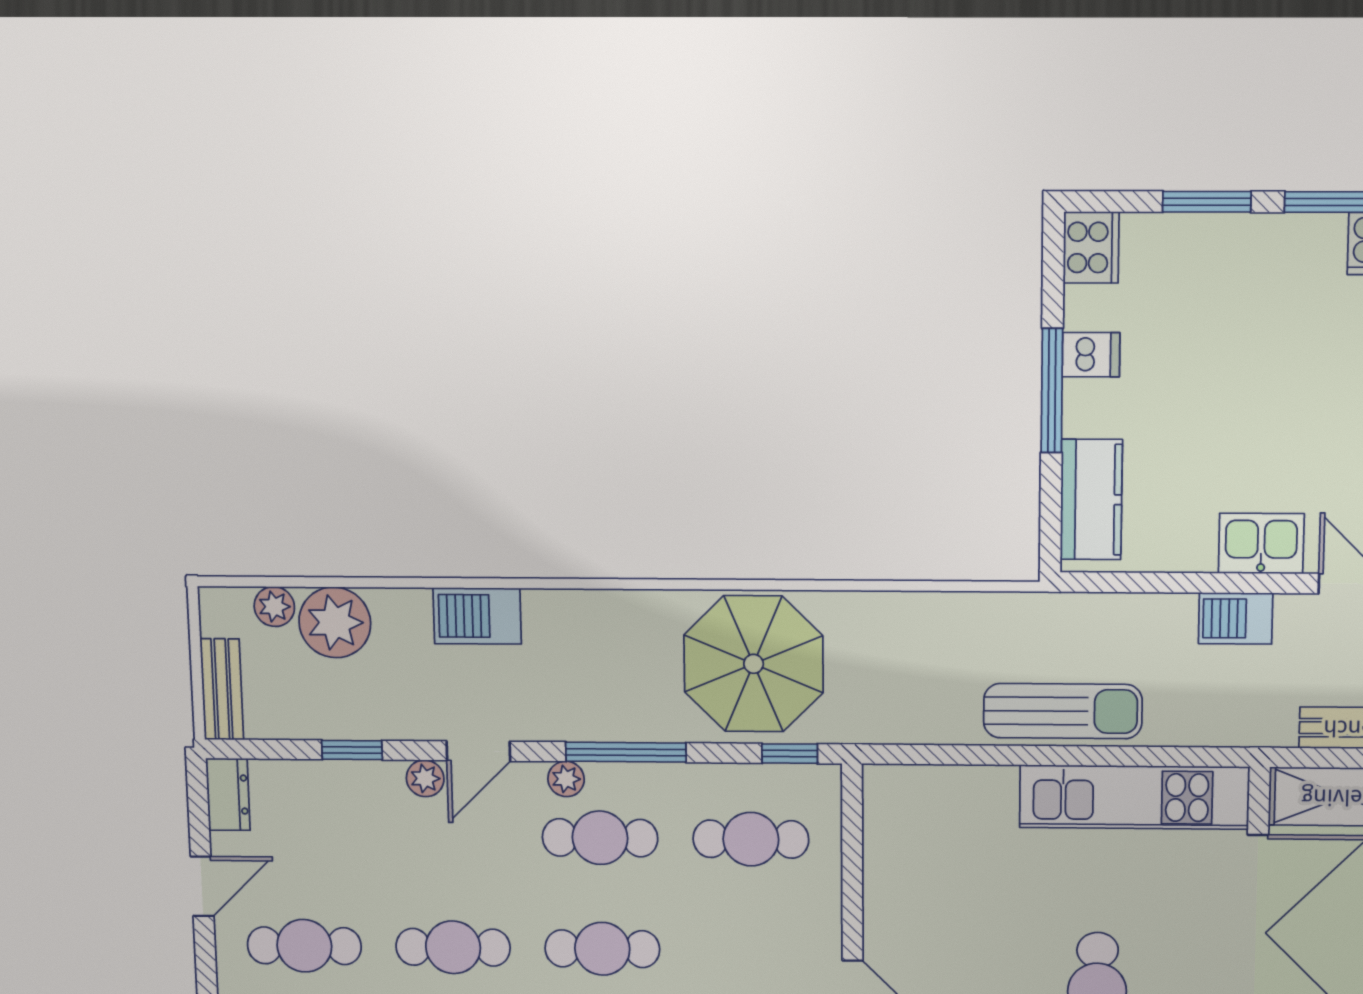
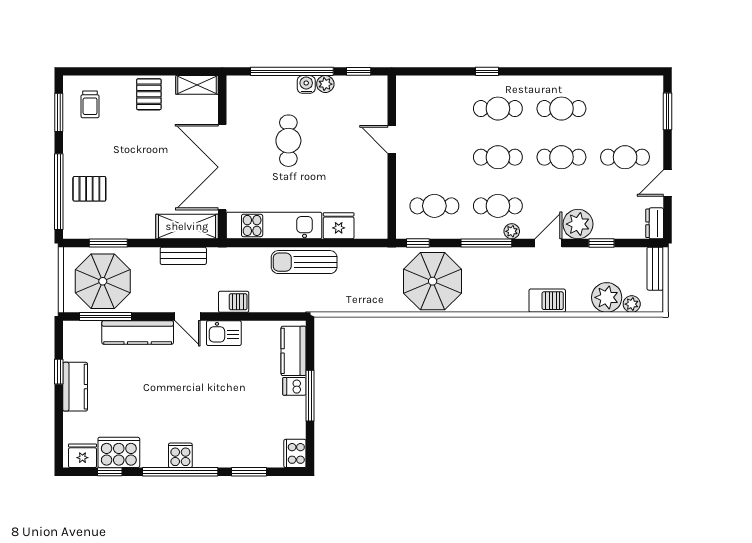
dishwasher: (1091, 355) -> (294, 386), moved
plant: (425, 778) -> (578, 224), width x1.88, depth x1.88
fridge: (979, 795) -> (339, 226), added

